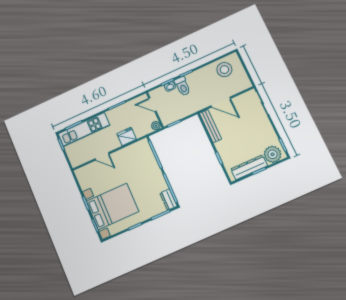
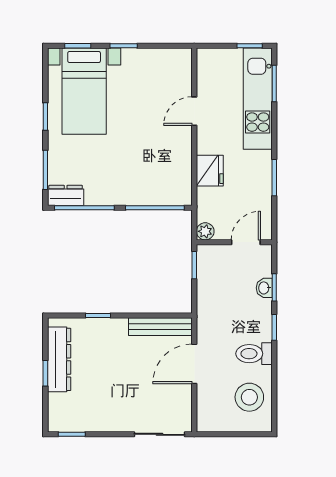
toilet: (183, 86) -> (254, 354), moved
plant: (273, 154) -> (63, 409), removed
bed with nightstands: (112, 206) -> (84, 91), width x0.73

